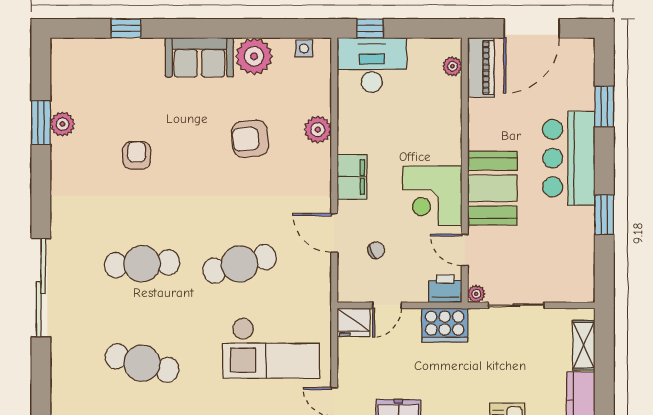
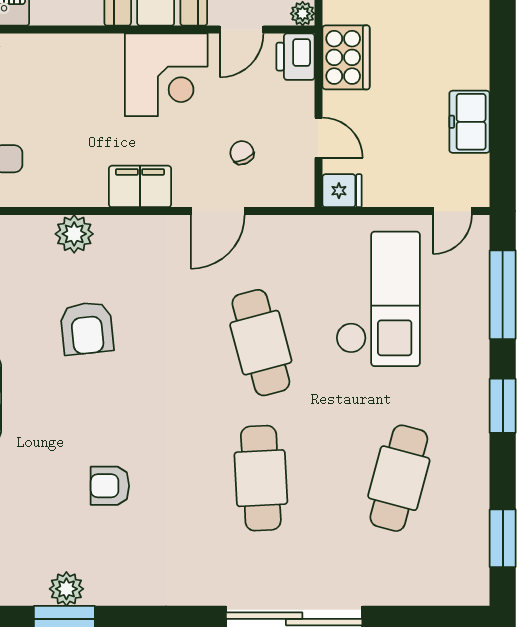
fridge: (353, 322) -> (342, 191), width x0.72

